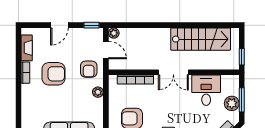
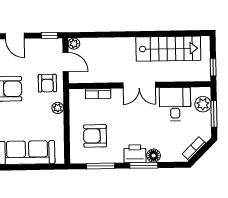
door: (59, 25) -> (15, 36), hinge flipped
bookcase: (135, 80) -> (98, 94), width x0.64
plant: (232, 103) -> (203, 104), moved

